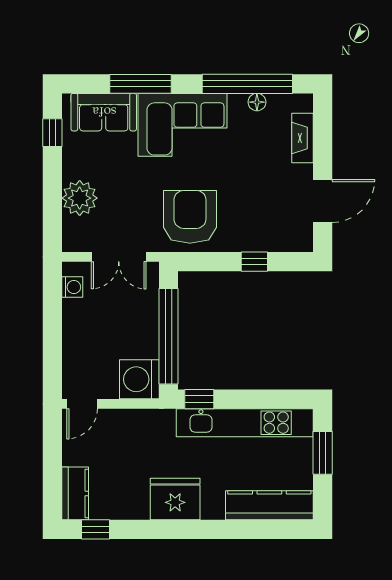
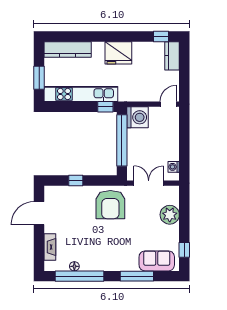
corner sofa: (183, 125) -> (114, 254), removed

